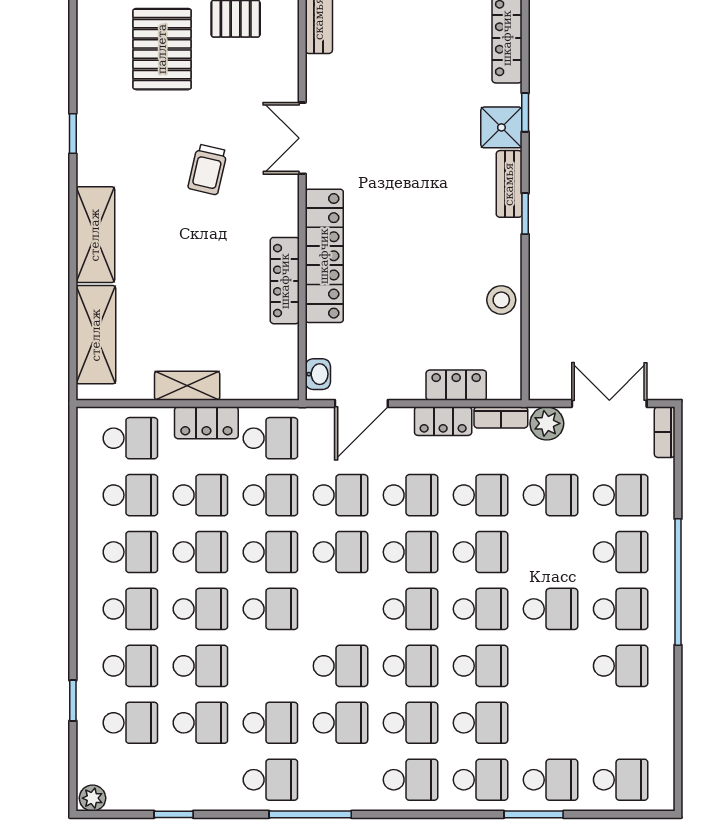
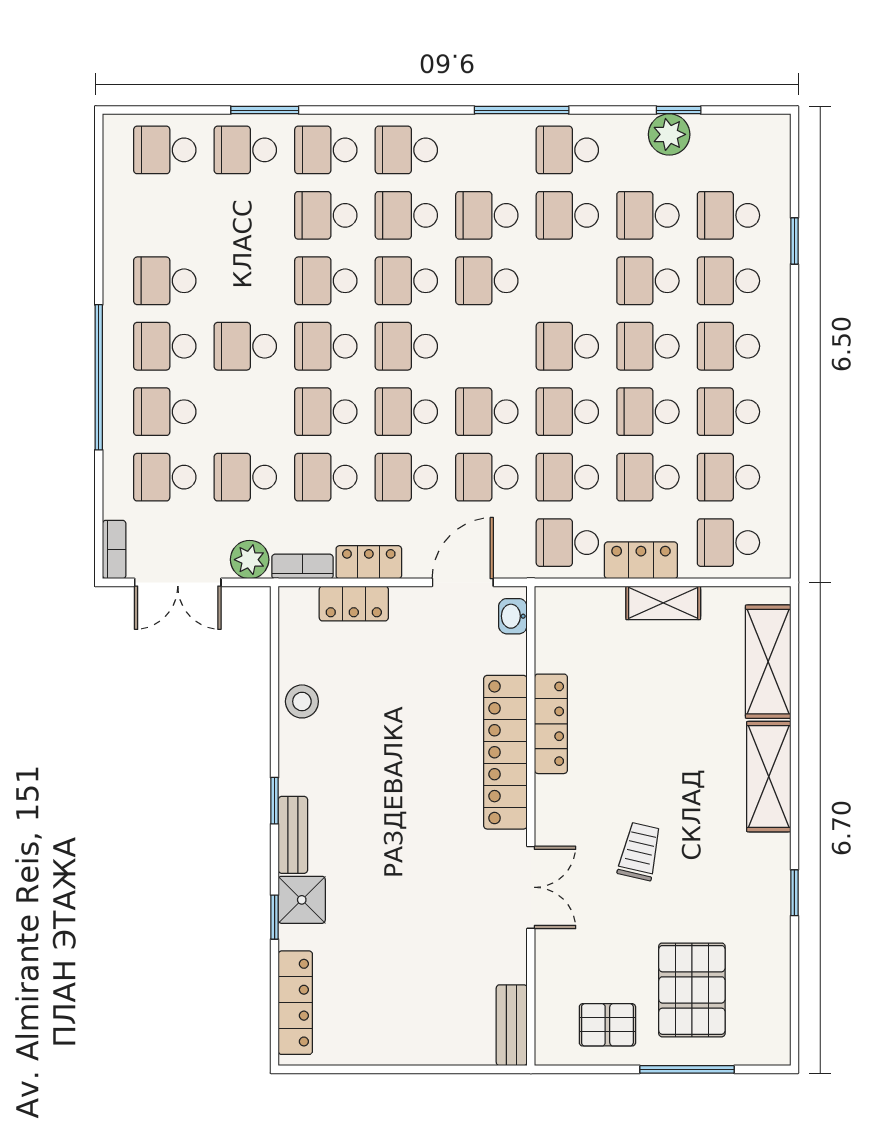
plant: (92, 798) -> (669, 134), moved, width x1.38, depth x1.38

